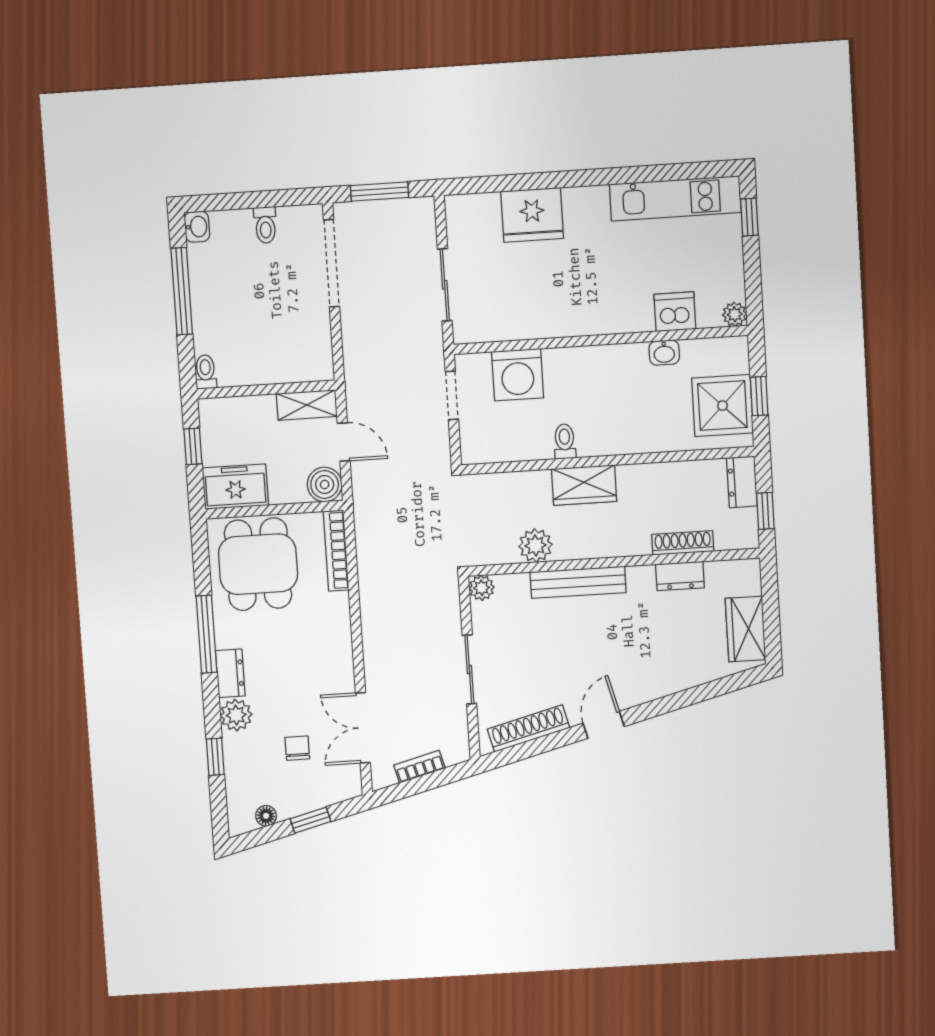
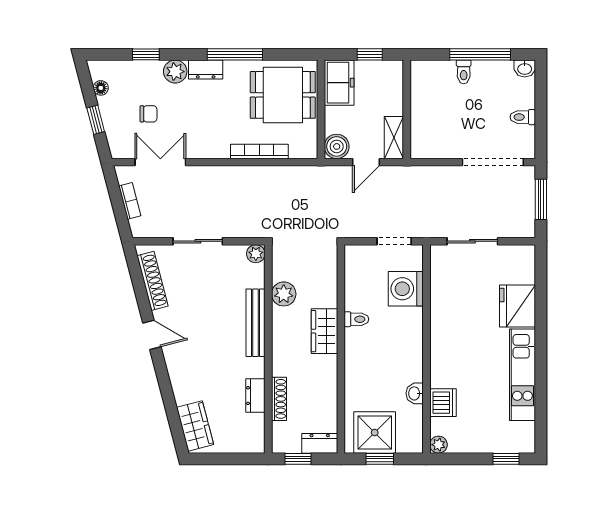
kitchen unit: (675, 198) -> (522, 375), moved
toilet: (206, 372) -> (464, 72), moved, turned 90
bookcase: (336, 551) -> (259, 151), moved
wardrobe: (746, 629) -> (195, 426), moved, turned 75

